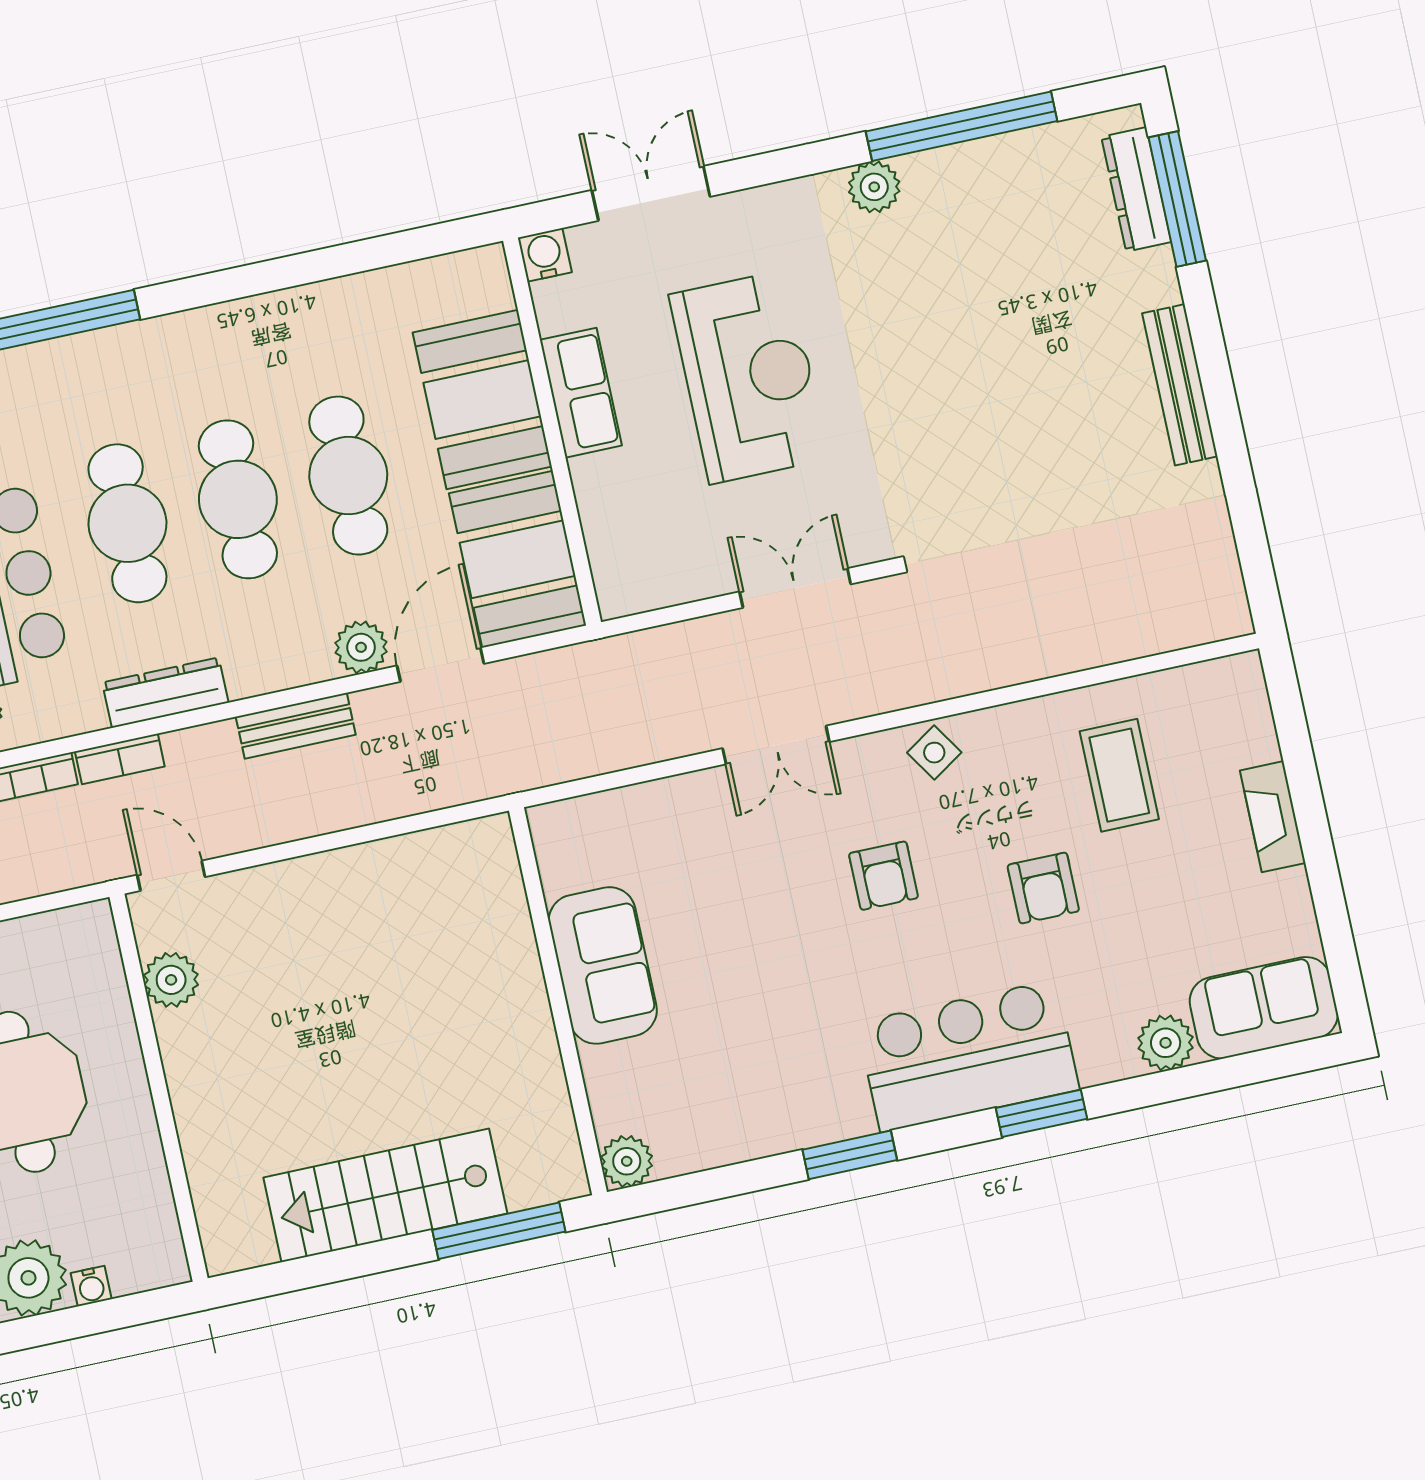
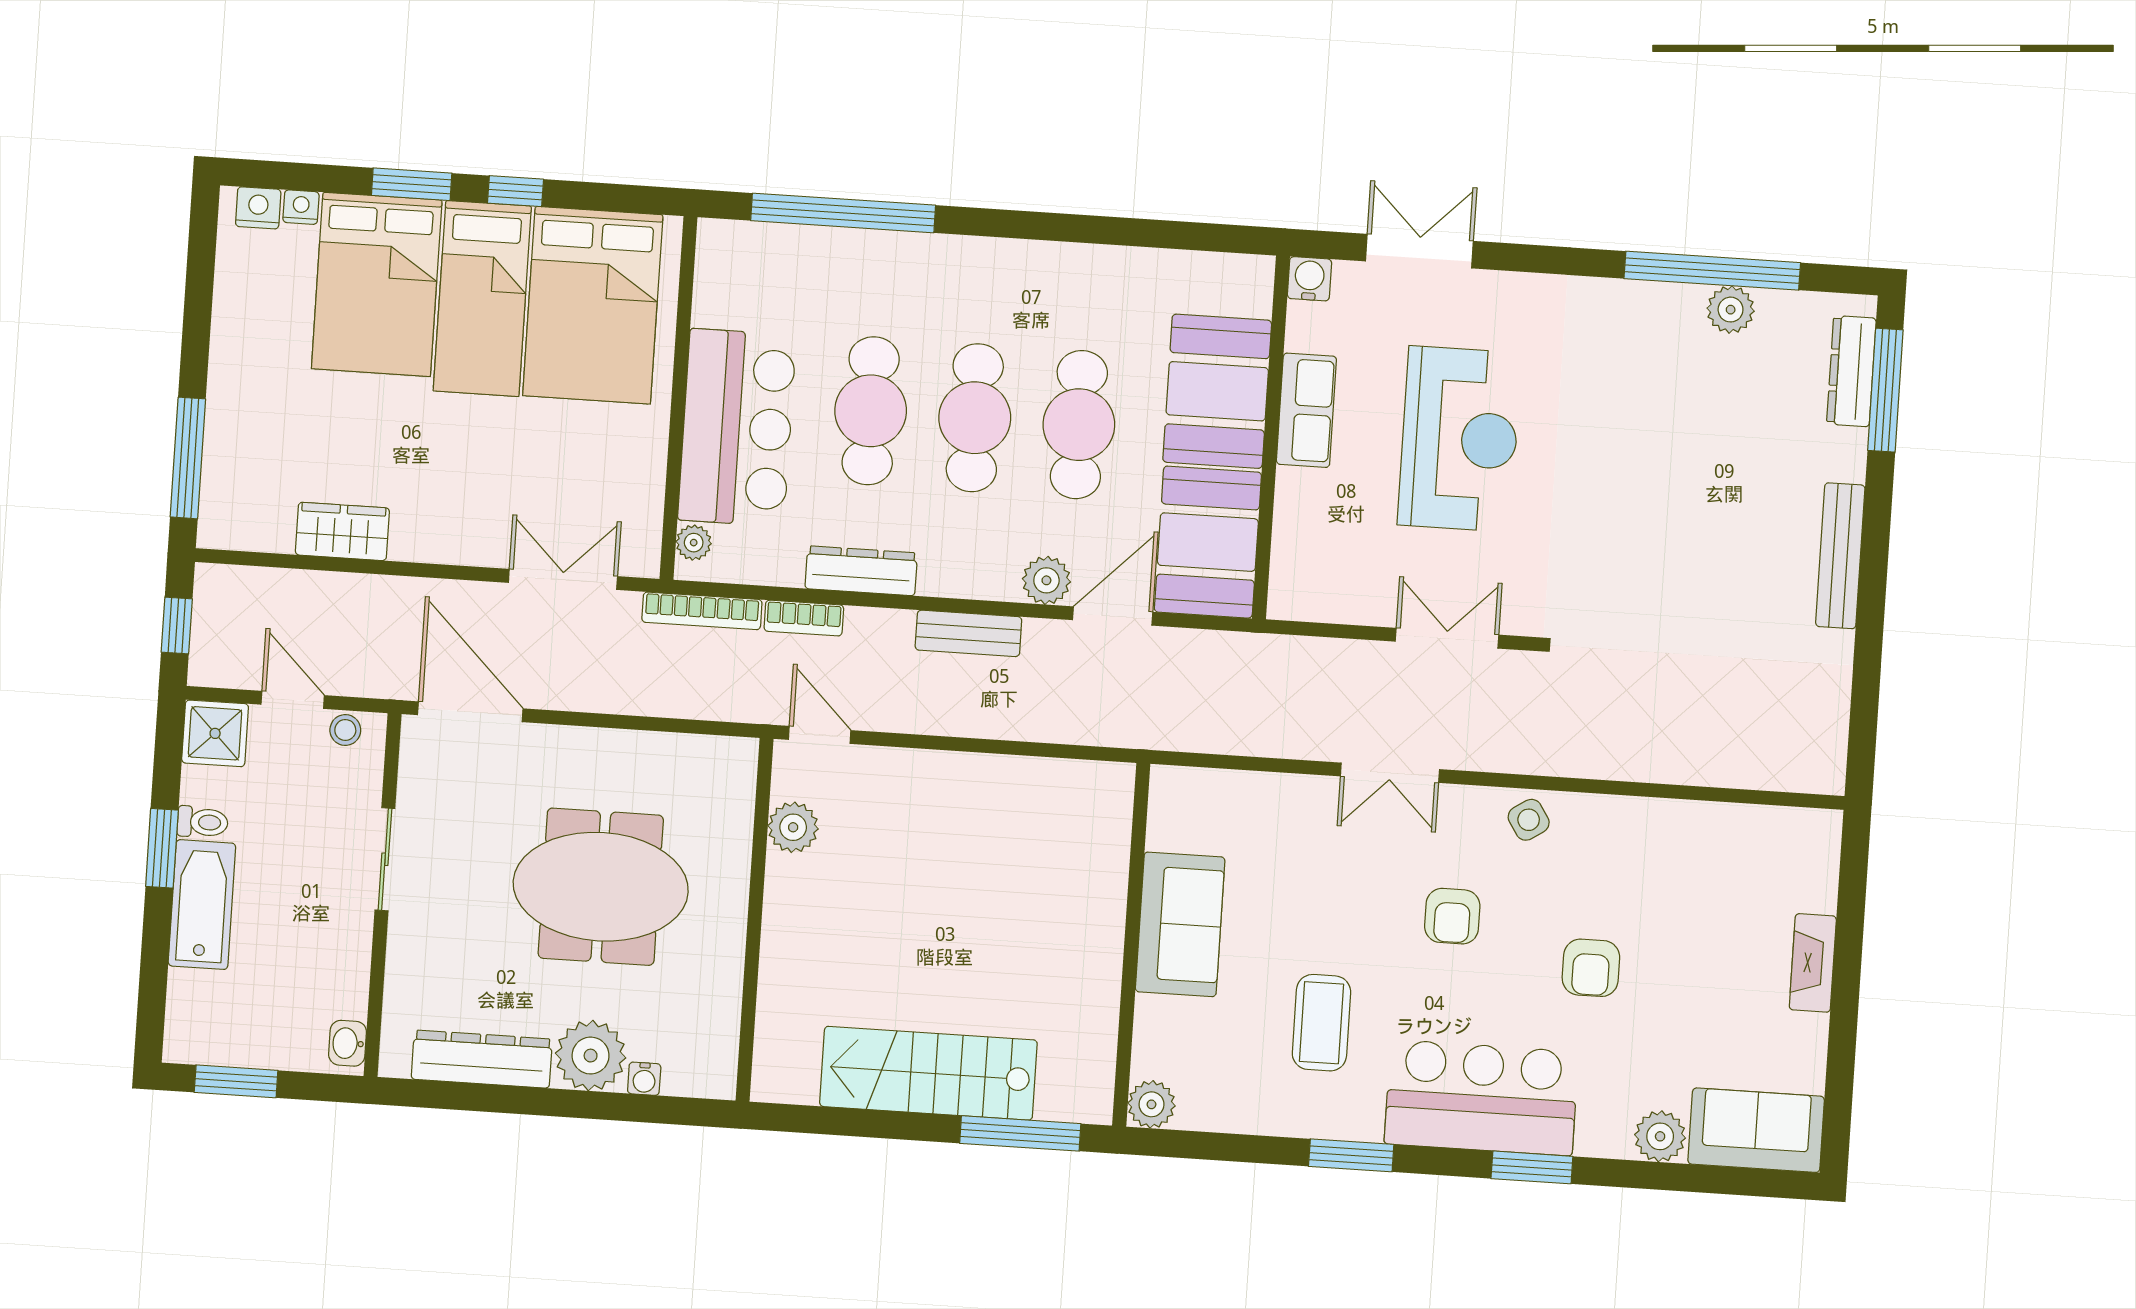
plant: (874, 187) -> (1731, 310), moved
coffee table: (1119, 775) -> (1321, 1023), moved

